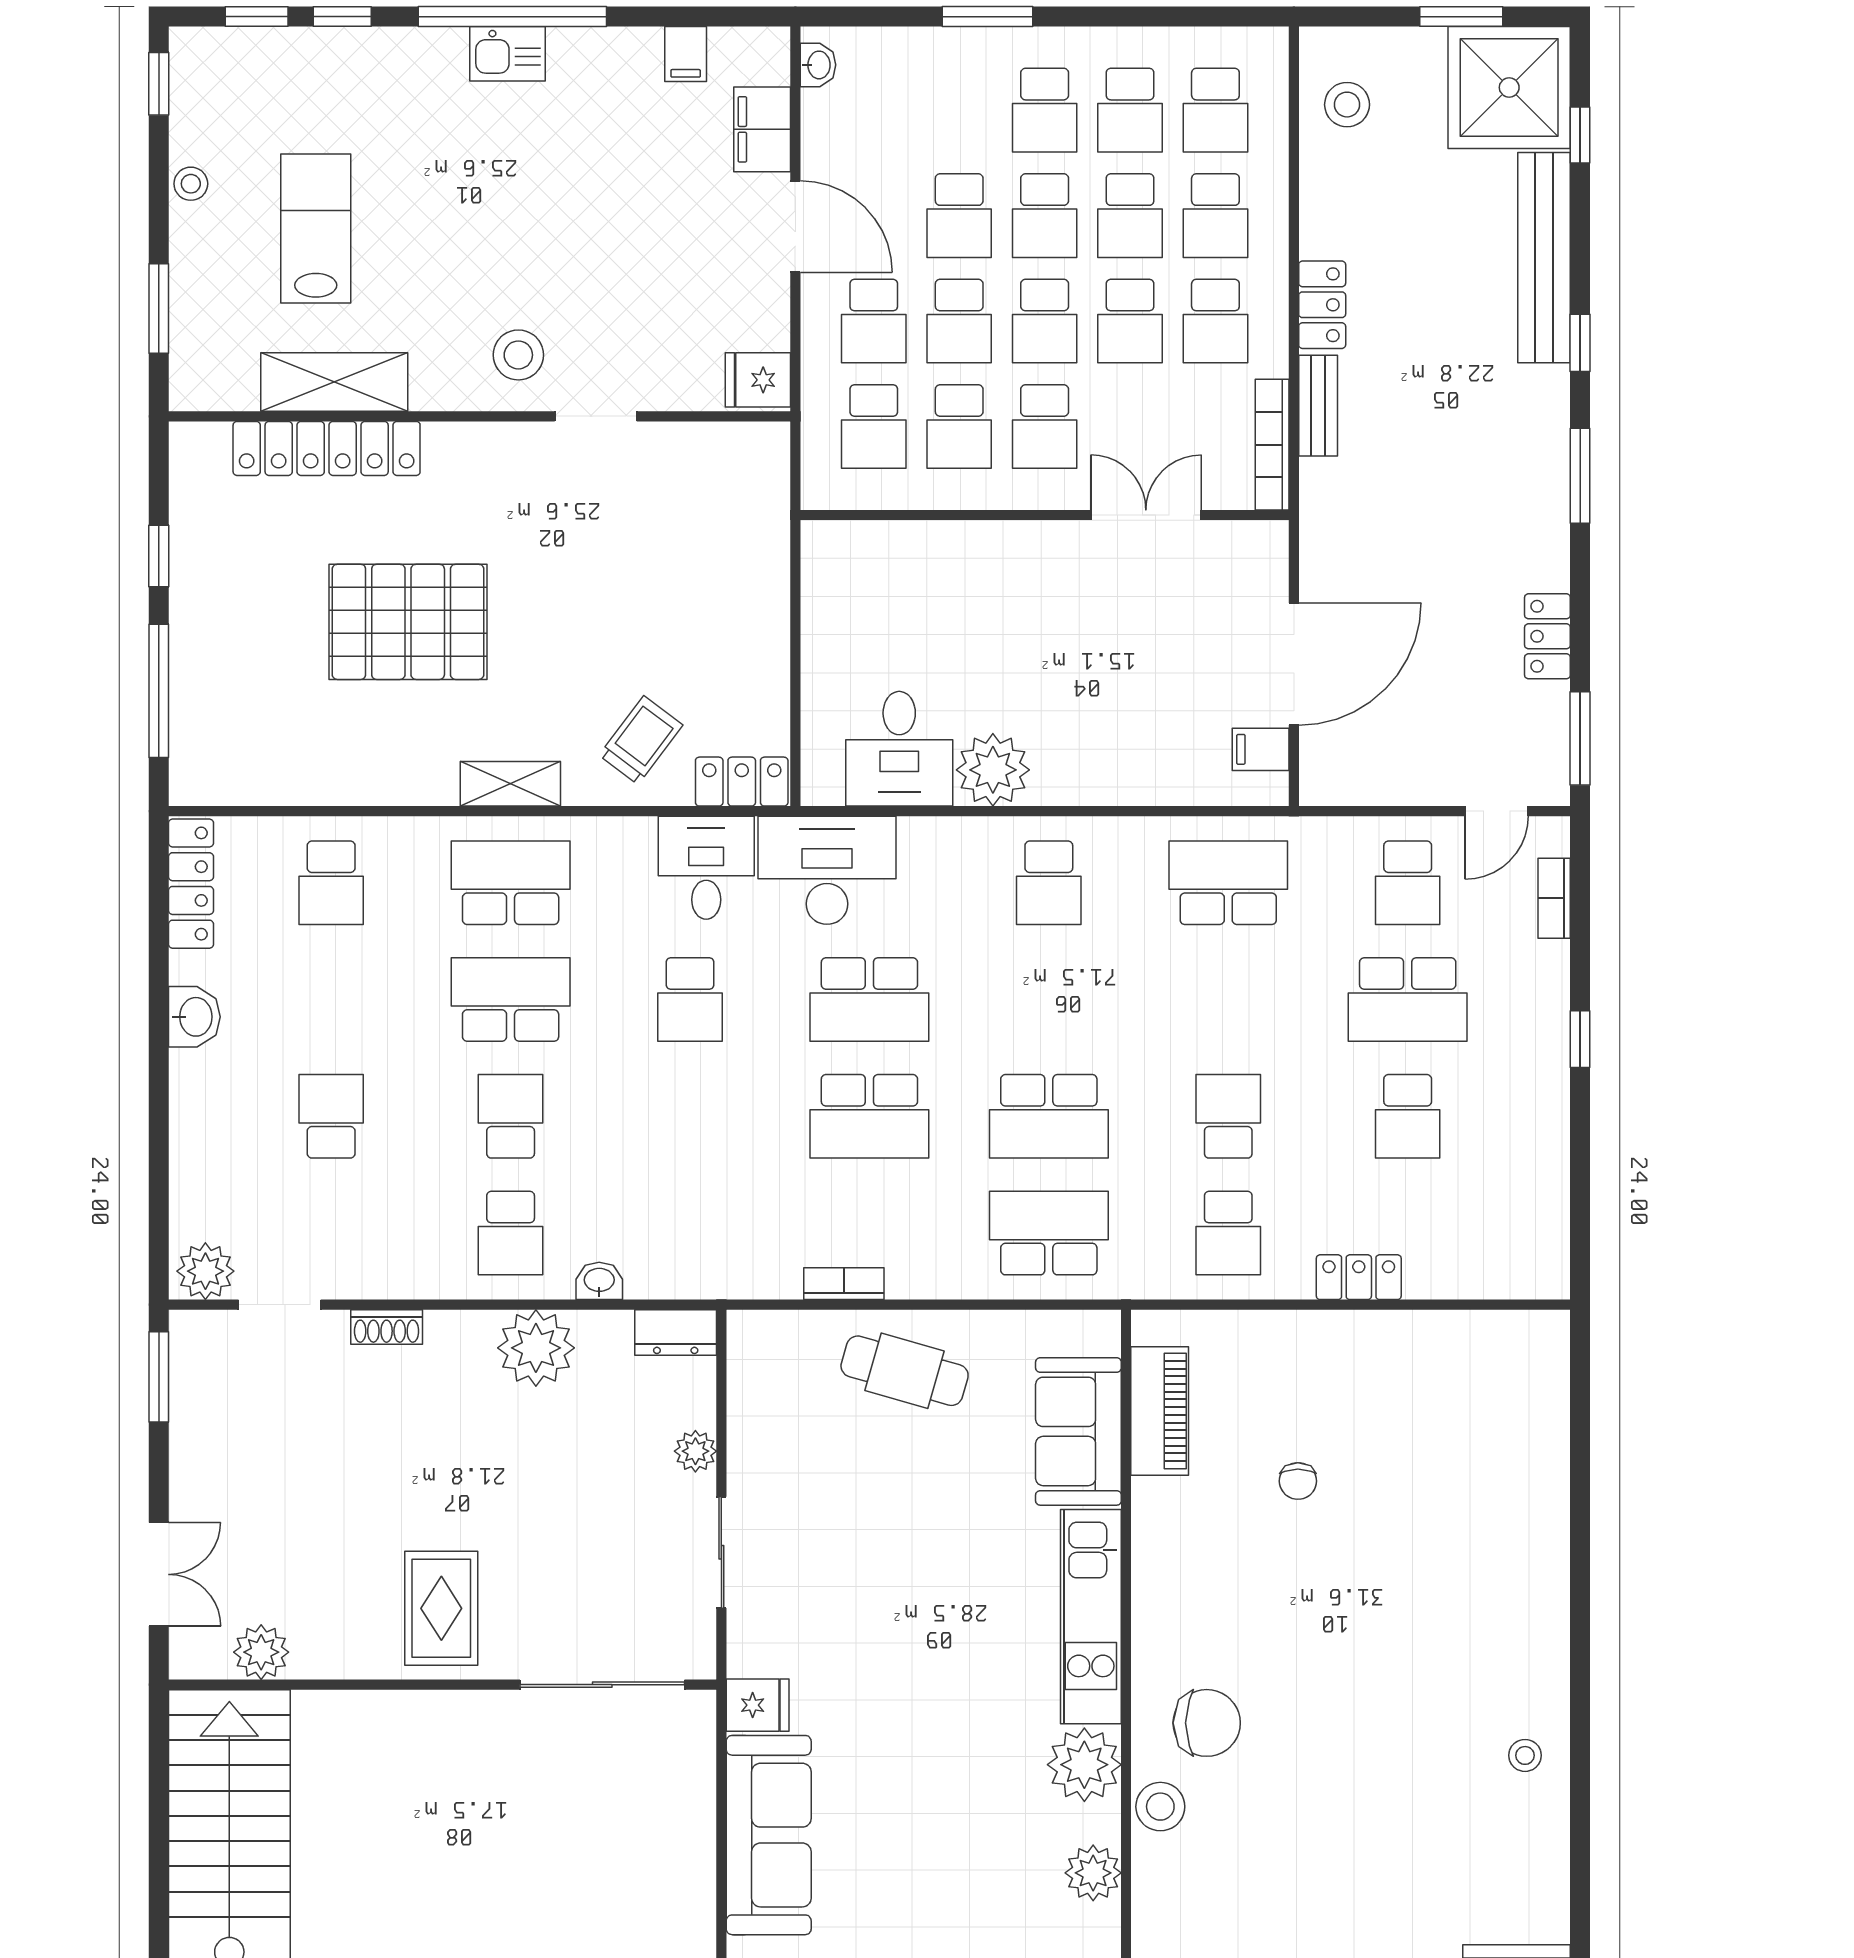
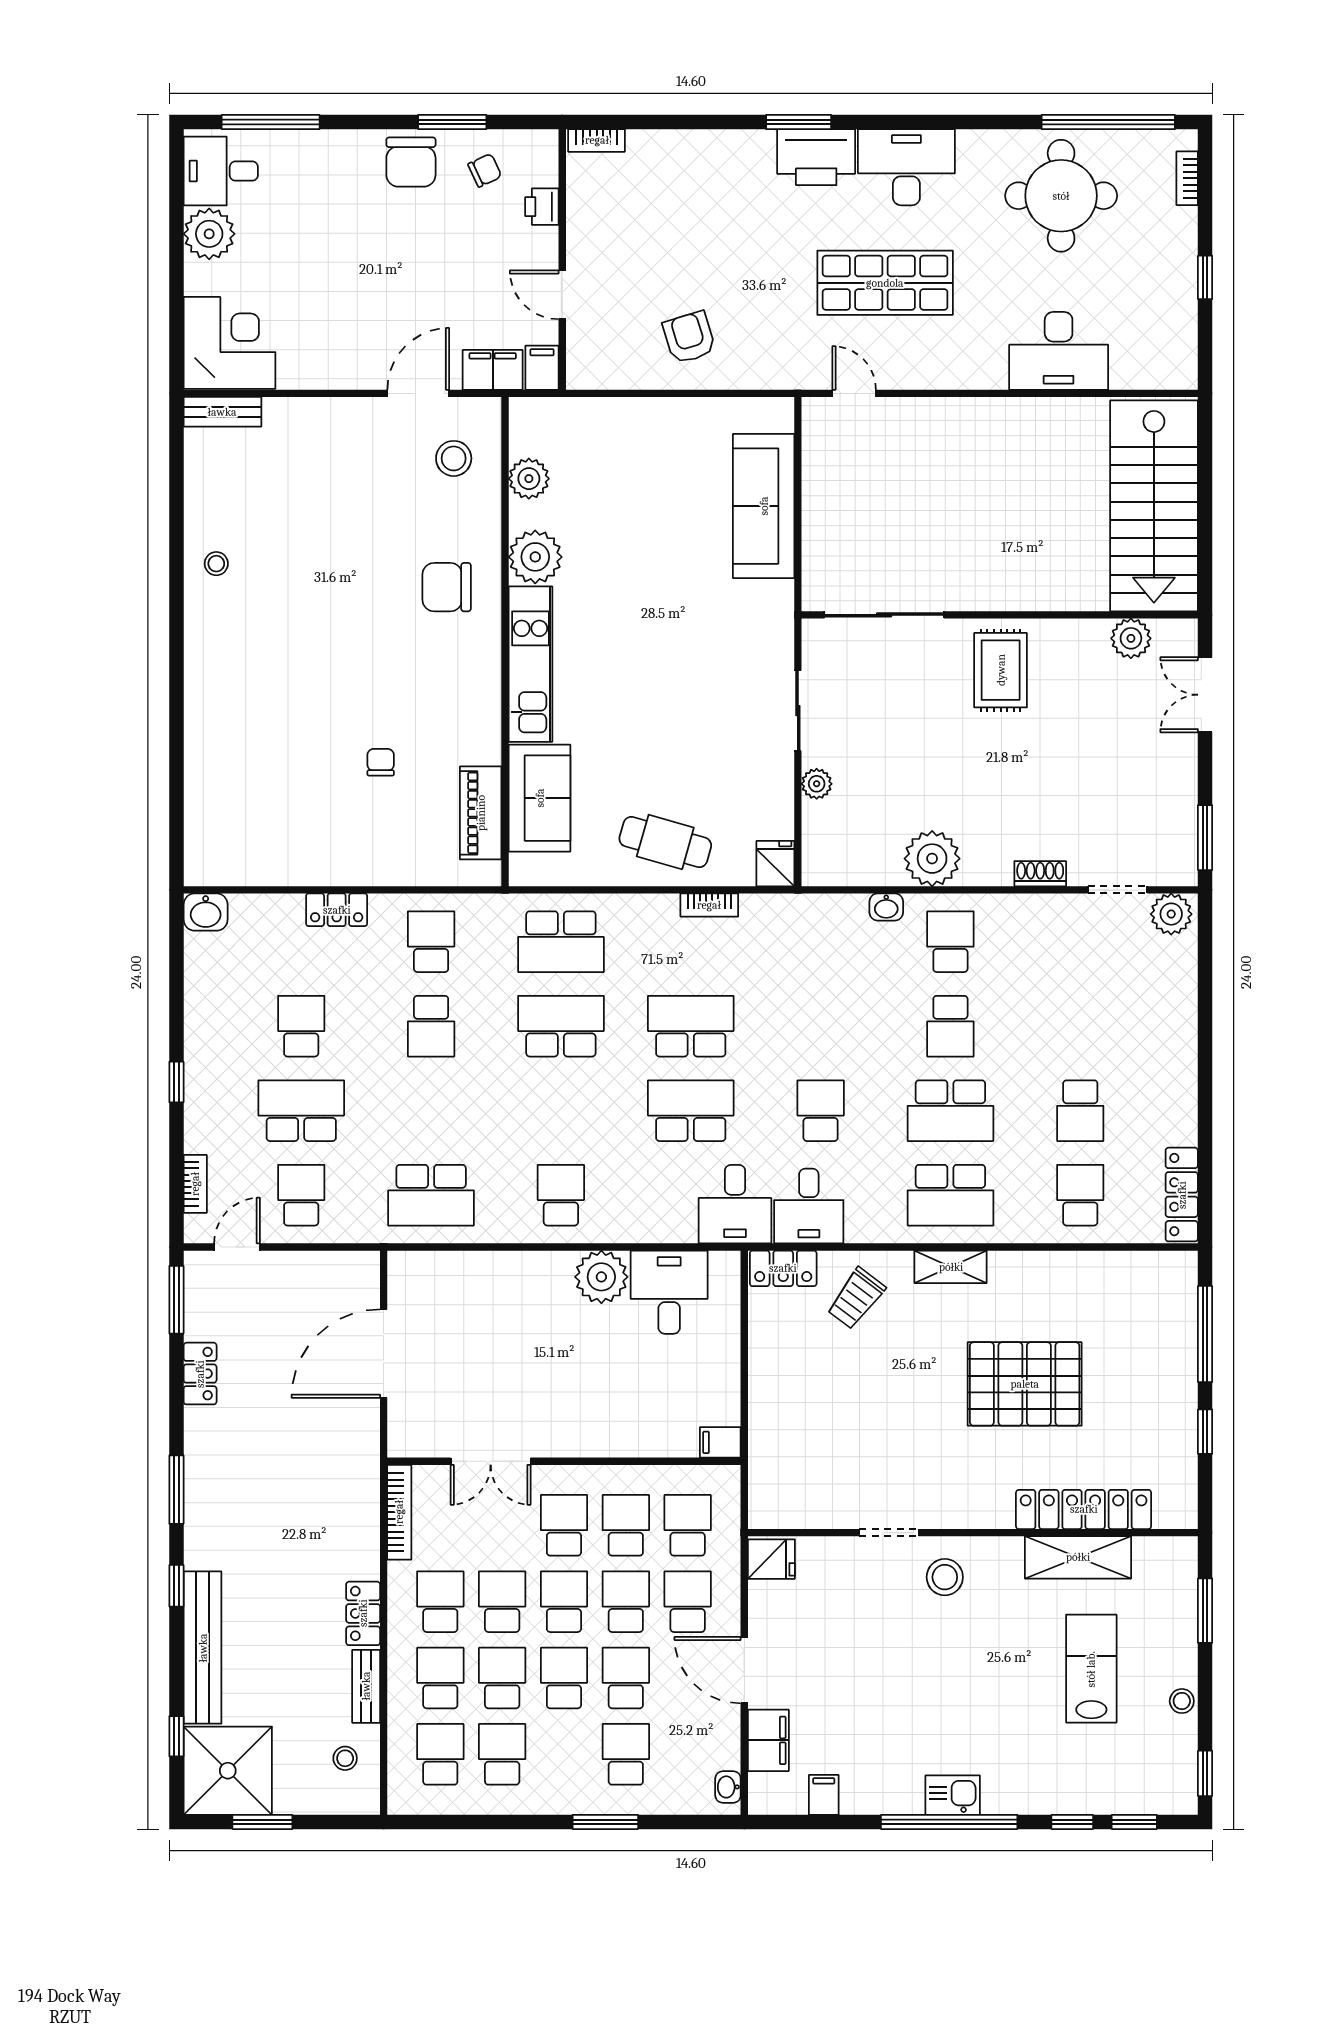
stool: (1347, 105) -> (345, 1758), width x0.73, depth x0.73
school desk: (1045, 110) -> (626, 1754), moved
lab bench: (316, 229) -> (1091, 1669), turned 180
bench: (1318, 406) -> (366, 1686), moved
filing cabinet: (1261, 749) -> (720, 1442), moved, turned 180
desk: (827, 870) -> (735, 1204), width x0.73
washbasin: (194, 1017) -> (206, 912), moved, turned -90
school desk: (331, 1116) -> (1080, 1111), moved
dresser: (676, 1333) -> (831, 870), removed
fridge: (758, 1705) -> (775, 864), moved, turned 90
stool: (1160, 1807) -> (454, 458), moved

